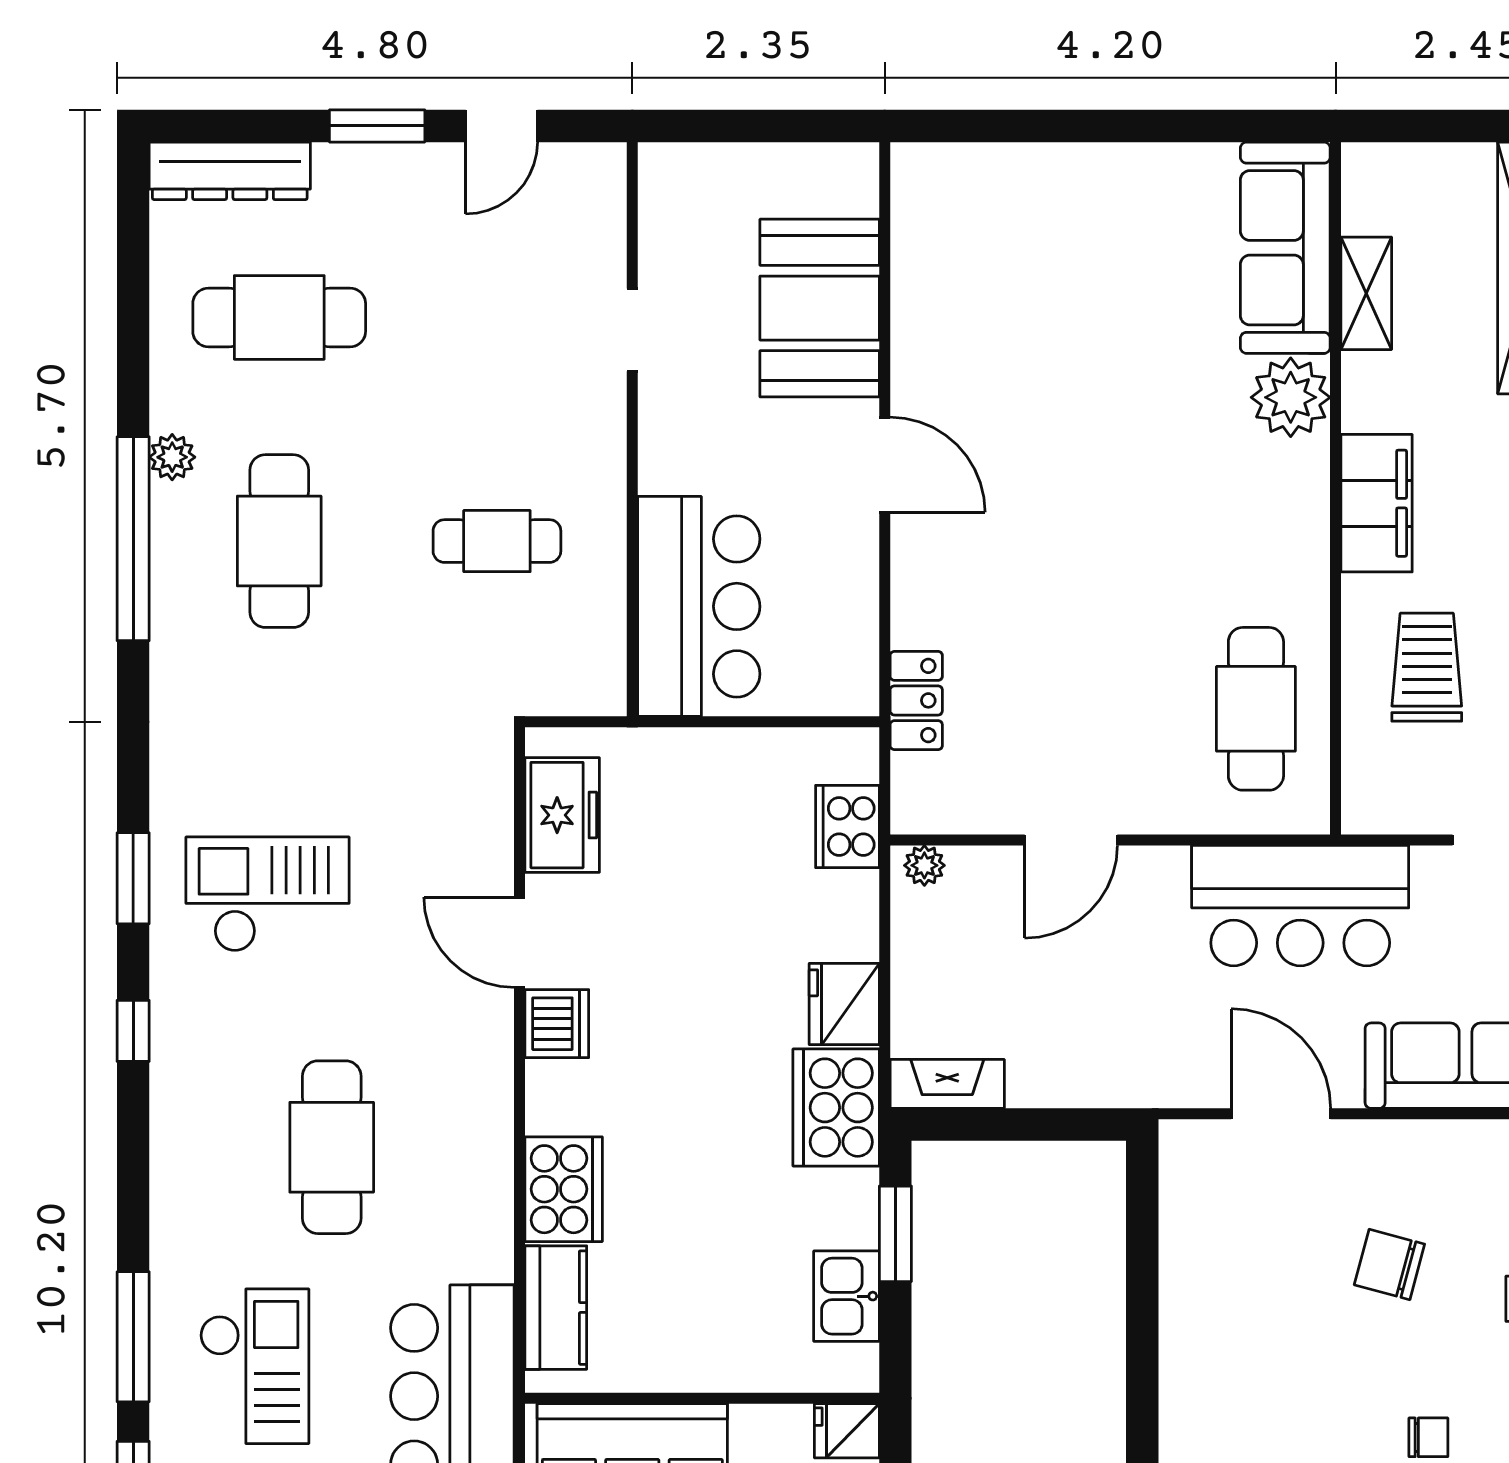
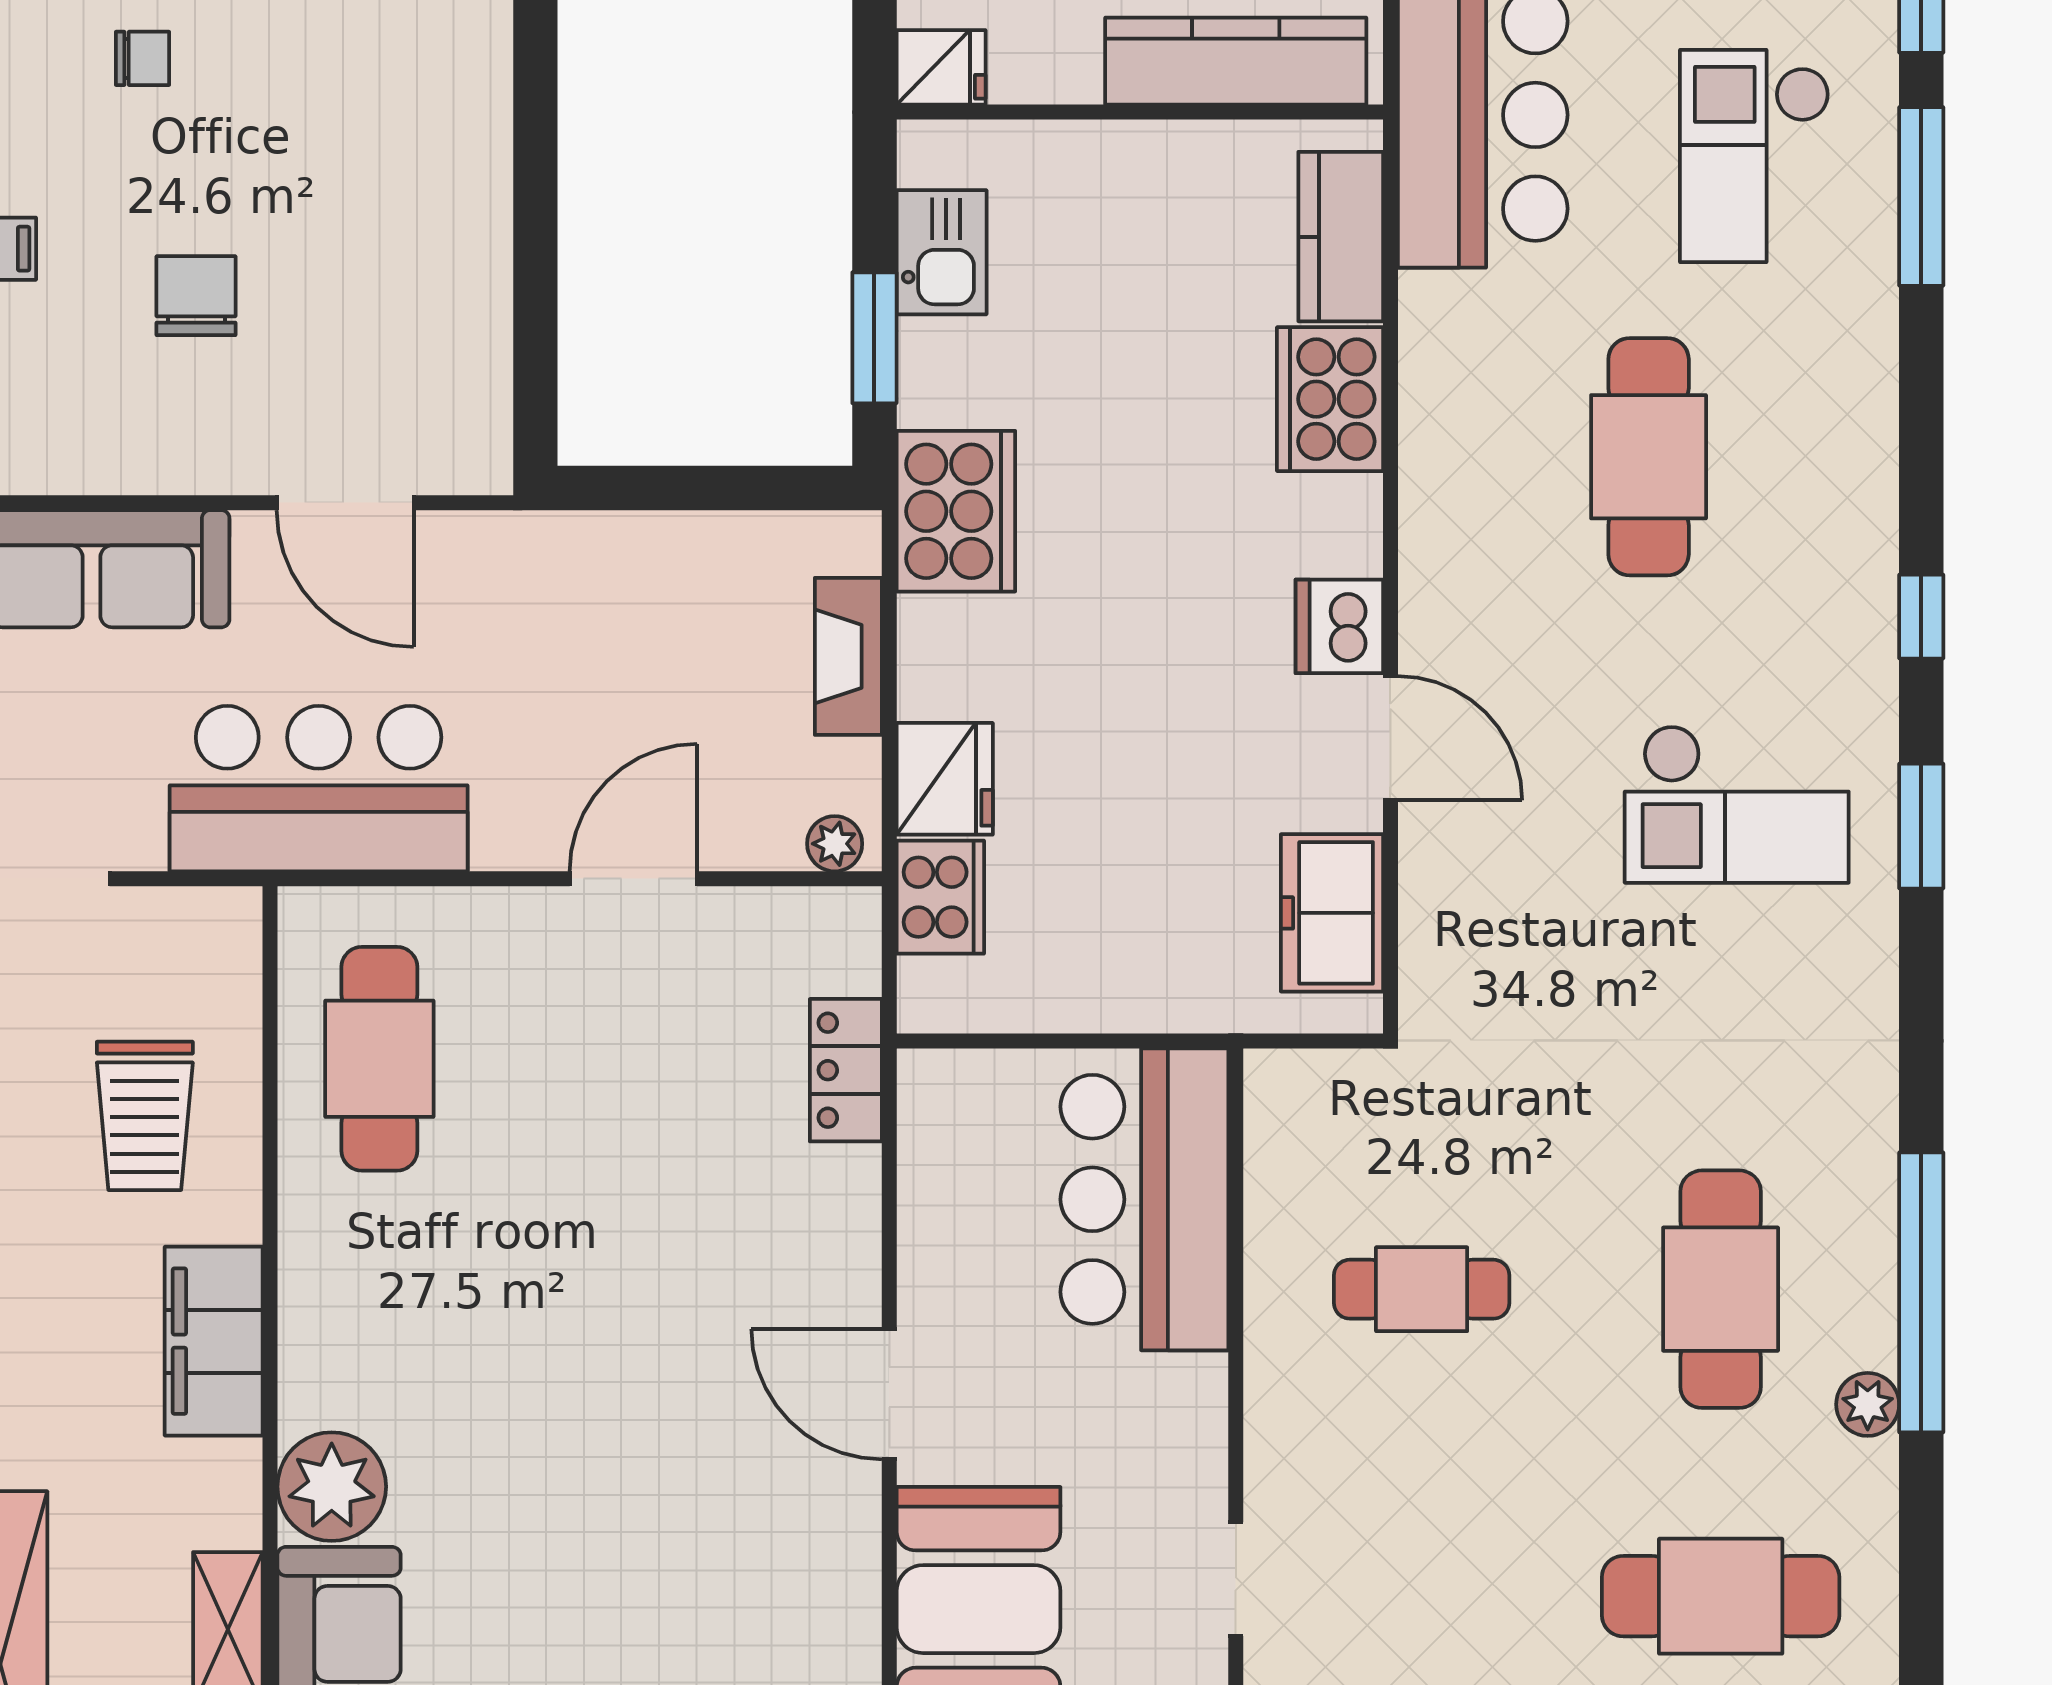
fridge: (844, 1004) -> (945, 779), moved
fireplace: (947, 1084) -> (848, 656), moved, turned 90
chair: (1389, 1264) -> (196, 296), turned -105
chair: (1428, 1437) -> (143, 58), turned 180

